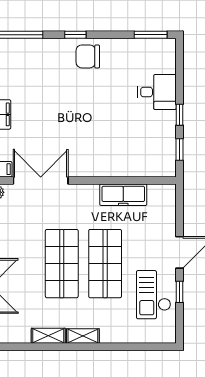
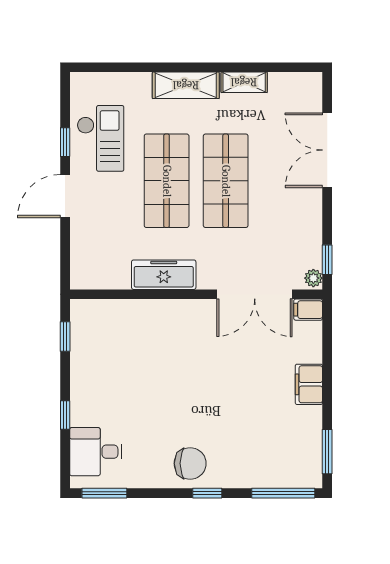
desk: (157, 92) -> (96, 452), moved
window: (179, 115) -> (65, 415), moved
freezer: (123, 195) -> (164, 275), moved
shelving: (83, 336) -> (186, 85), width x1.50, depth x1.33

